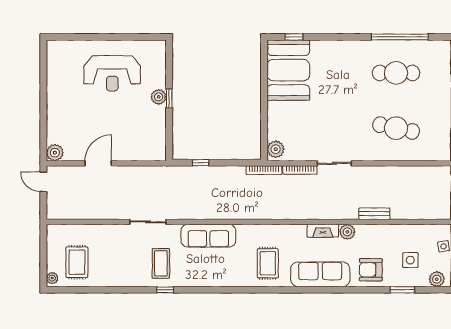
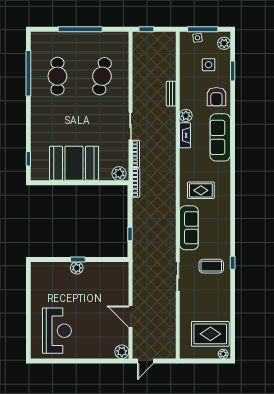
booth: (288, 70) -> (74, 163), moved
reception desk: (112, 73) -> (57, 331), moved
rug: (77, 262) -> (210, 334), width x1.36, depth x1.43
rug: (268, 263) -> (201, 190), moved

